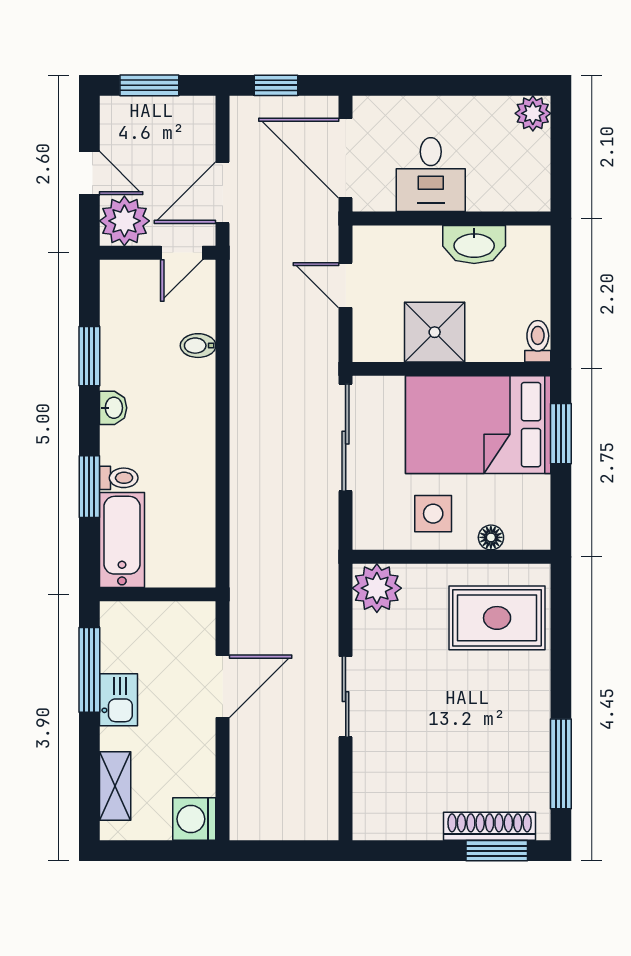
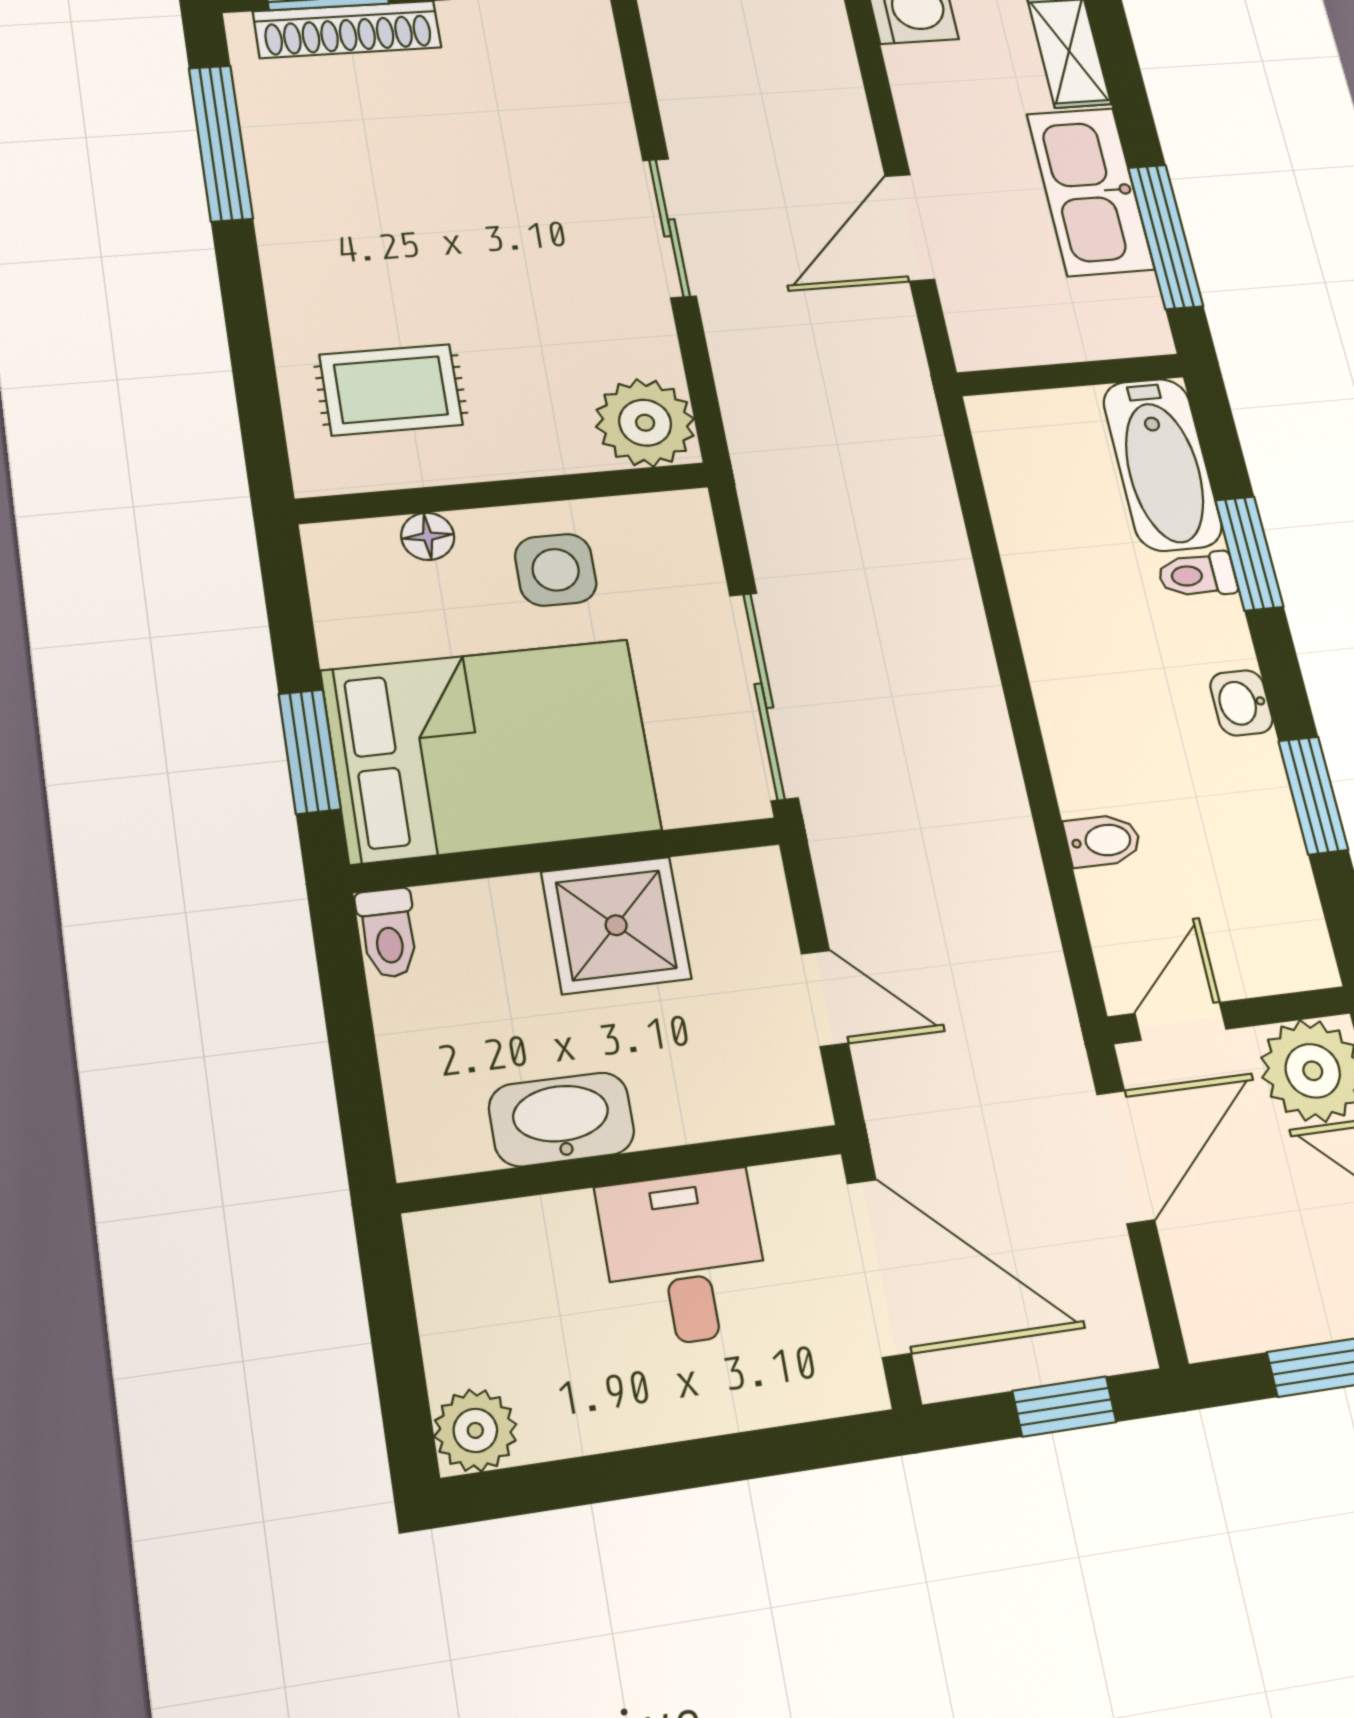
rug: (497, 618) -> (391, 390), width x0.73, depth x0.70
kitchen sink: (118, 700) -> (1090, 191), width x1.88, depth x1.24

